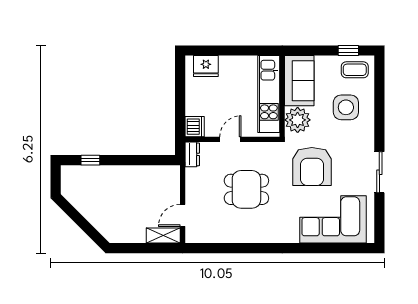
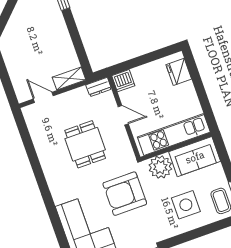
shelving: (163, 235) -> (69, 79), moved, turned 90

